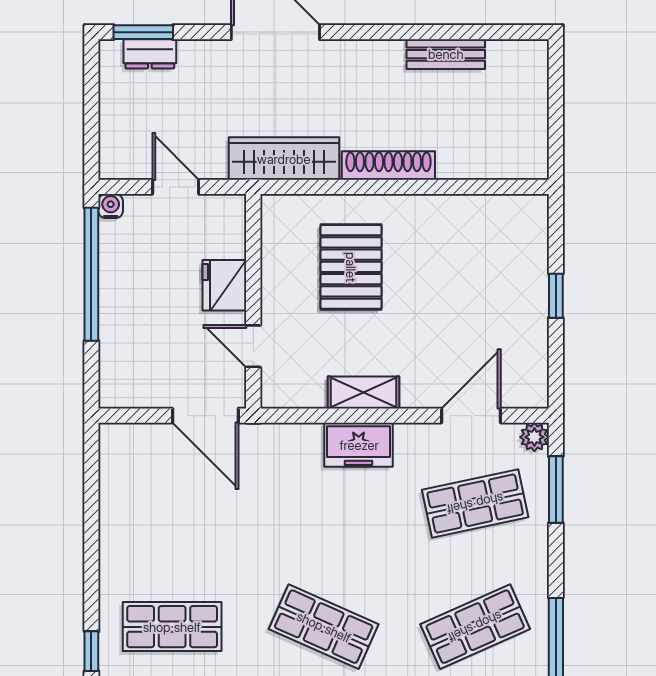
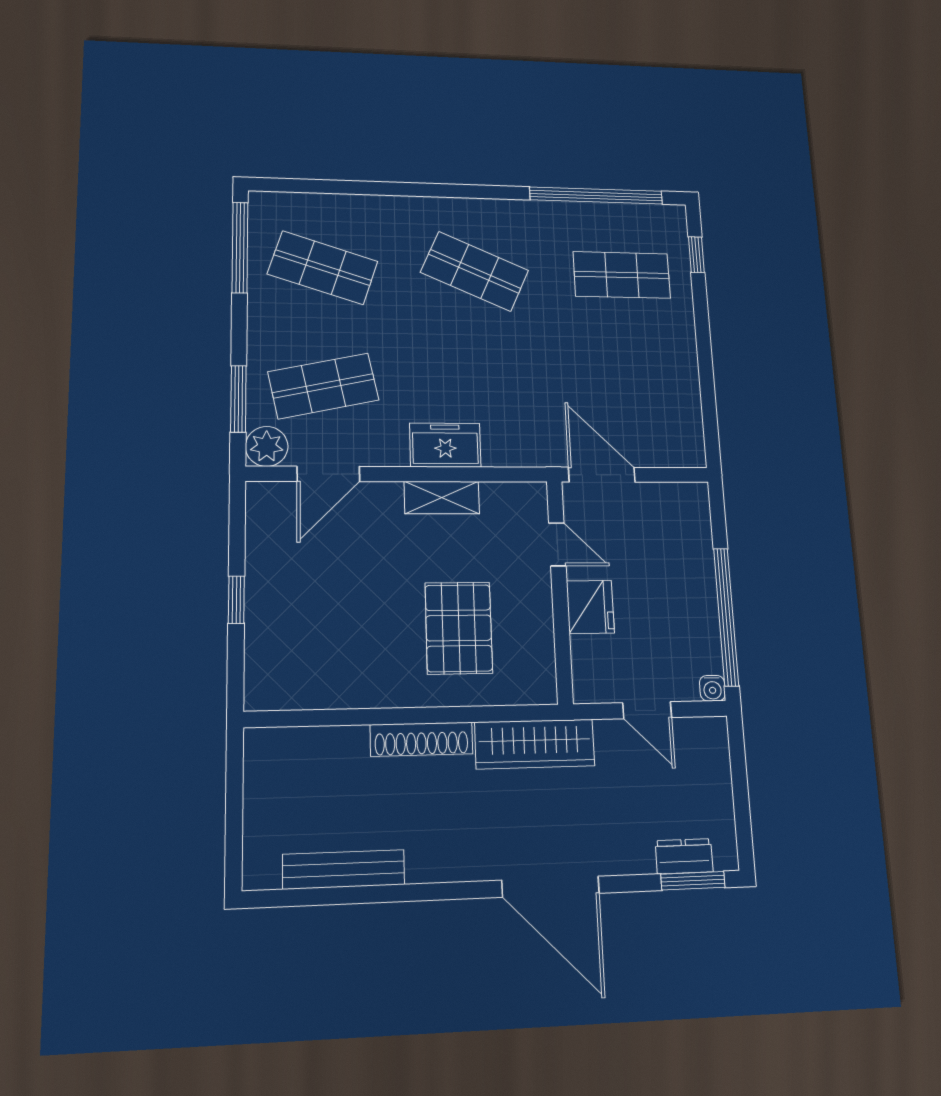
bench: (446, 54) -> (344, 869), width x1.36
plant: (534, 437) -> (267, 446), width x1.38, depth x1.38
shop shelf: (475, 627) -> (323, 268), turned 42

